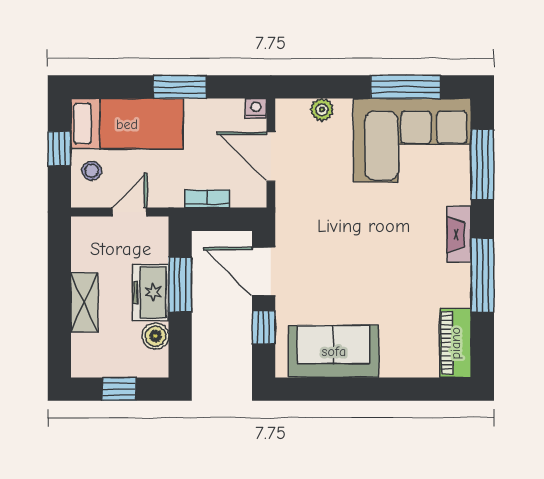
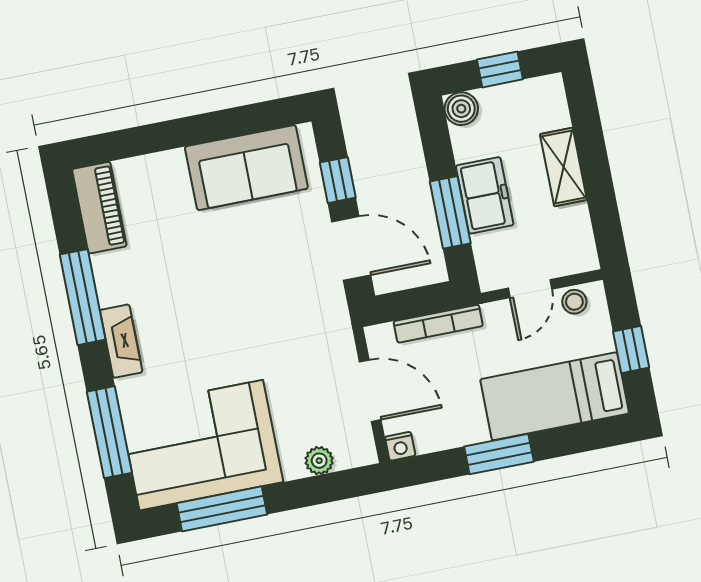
stool: (92, 171) -> (574, 302), moved
bookcase: (207, 199) -> (438, 324), width x1.56
boiler: (155, 336) -> (461, 109), moved

